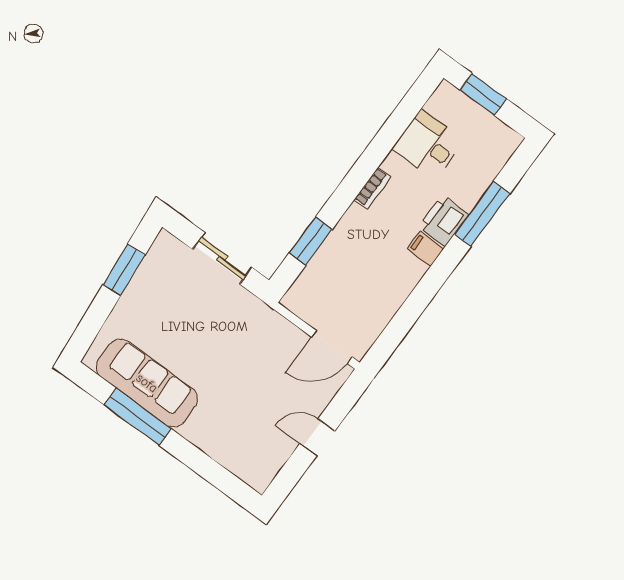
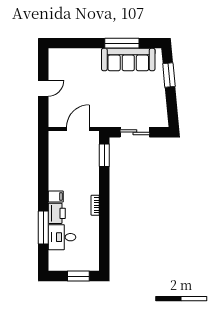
desk: (428, 145) -> (62, 237), moved, turned 180
window: (311, 241) -> (104, 155), moved
window: (124, 270) -> (169, 75), moved
door: (332, 347) -> (78, 129), moved

